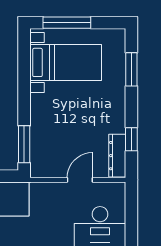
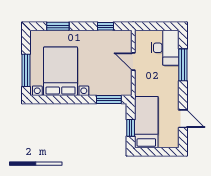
bed with nightstands: (66, 62) -> (61, 71), width x1.36
dresser: (117, 156) -> (117, 36), removed

